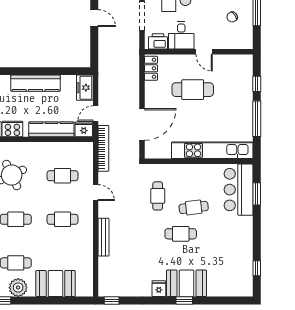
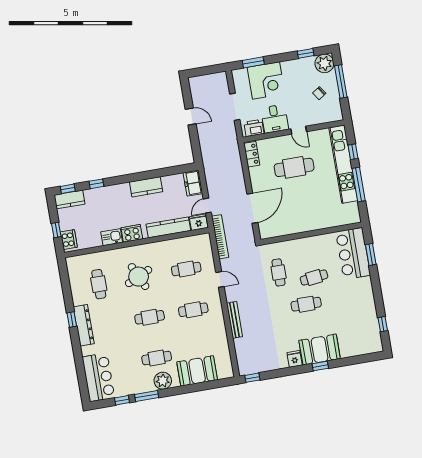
kitchen counter: (36, 83) -> (146, 187), width x0.67
kitchen unit: (212, 150) -> (343, 164), moved, turned -90

